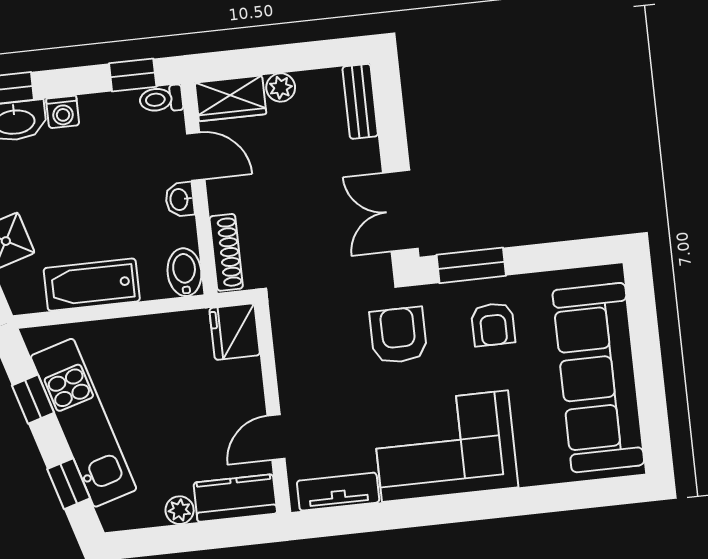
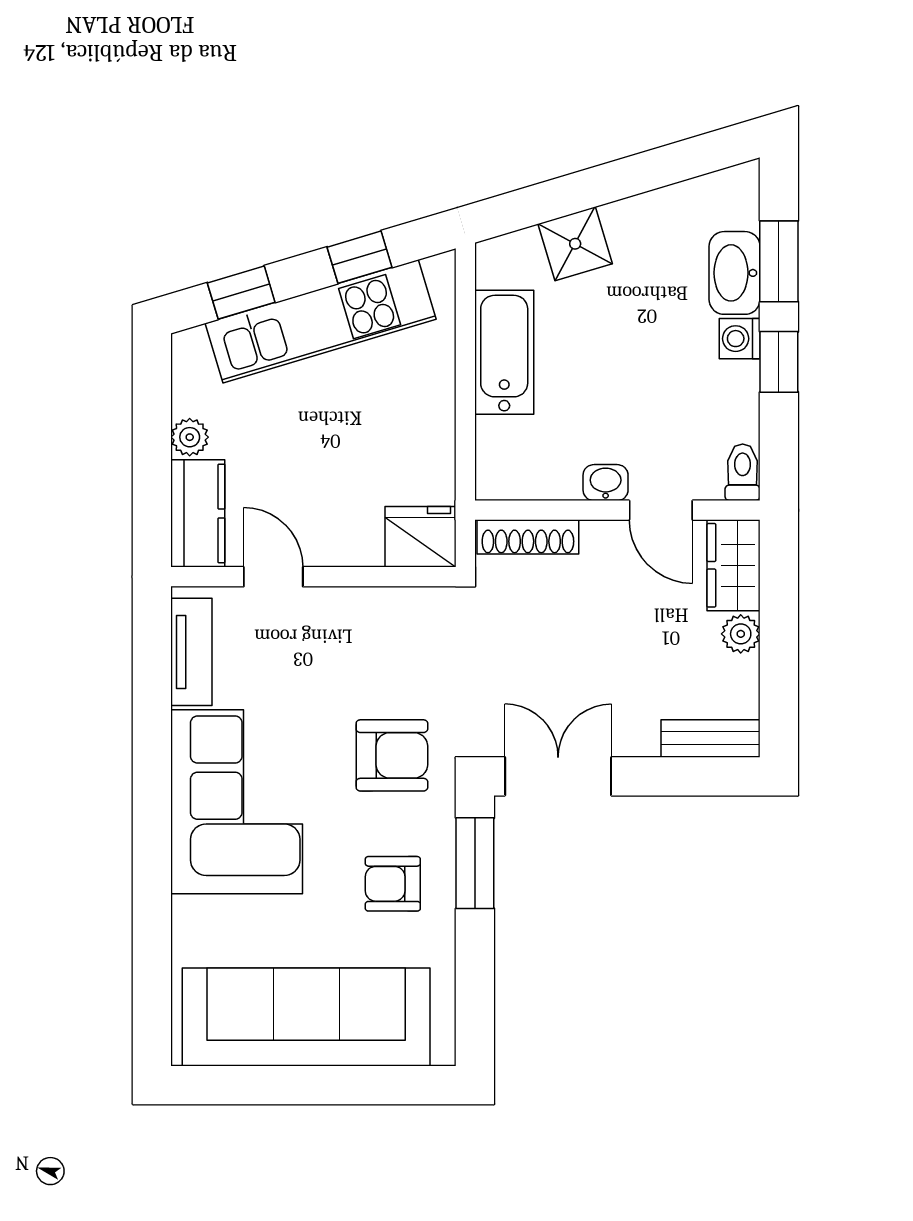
window: (133, 75) -> (779, 362), moved
door: (196, 156) -> (661, 510), hinge flipped
bidet: (184, 272) -> (507, 478), removed

